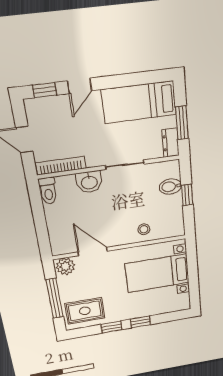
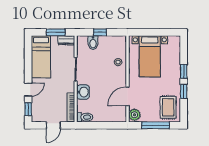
door: (80, 86) -> (28, 90), hinge flipped

